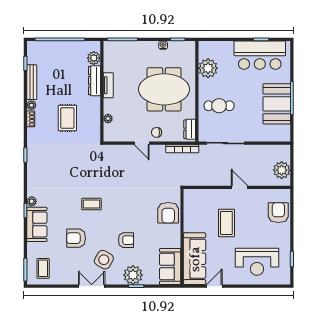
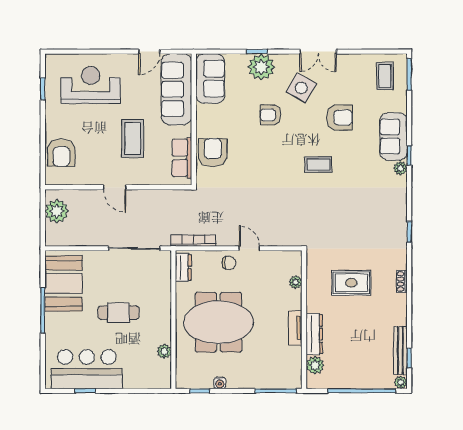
plant: (208, 68) -> (164, 351), width x0.53, depth x0.53
bench: (32, 82) -> (400, 351), moved
booth: (277, 104) -> (63, 284), moved
plant: (31, 105) -> (401, 382), moved
cafe table: (219, 106) -> (119, 313), moved
rug: (67, 118) -> (351, 283), turned 90
row of seats: (191, 209) -> (182, 158), added

